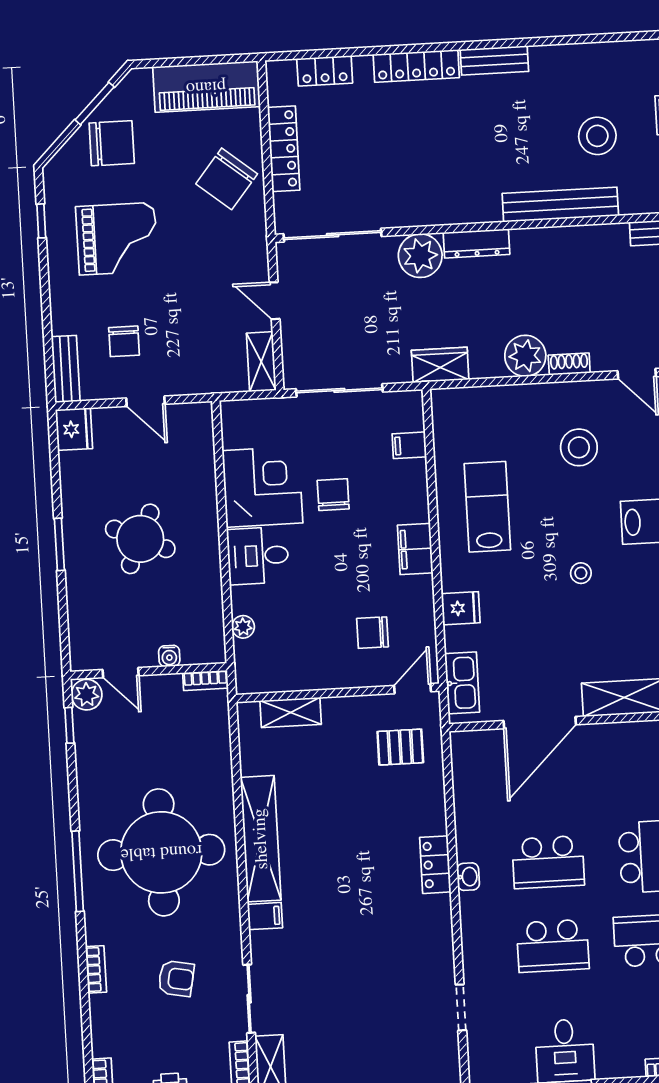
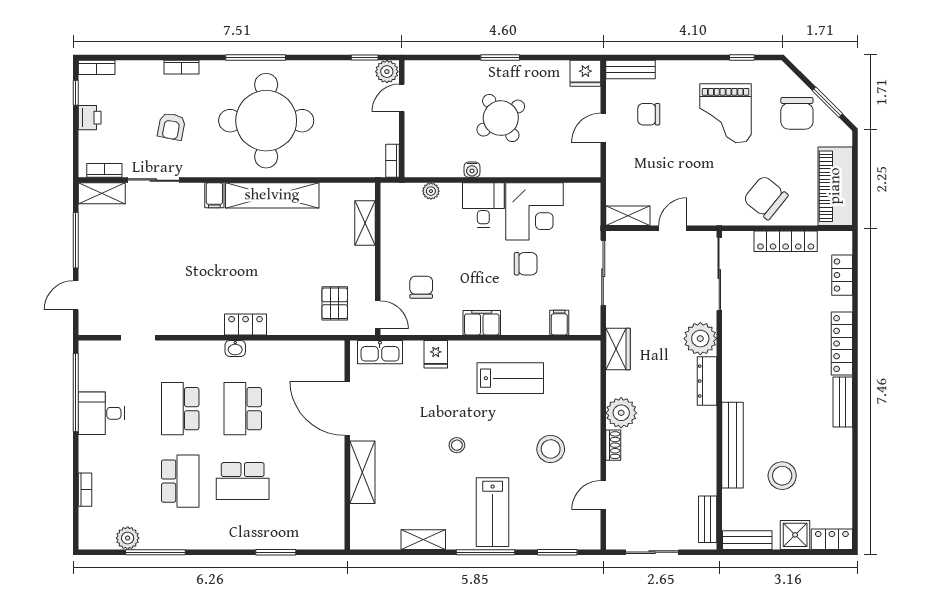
round table: (140, 539) -> (501, 118), turned 32
water cooler: (169, 656) -> (472, 170), moved, turned -90

